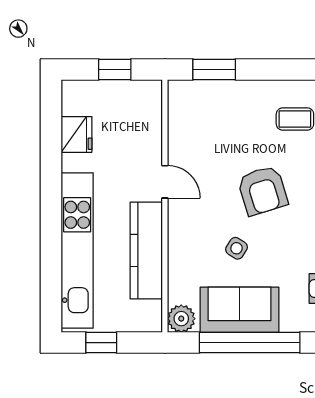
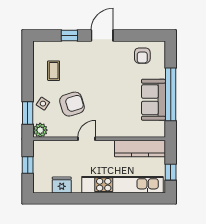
armchair: (263, 190) -> (72, 104), moved
side table: (236, 248) -> (43, 104), moved
kitchen counter: (146, 251) -> (140, 149), moved
plant: (181, 319) -> (40, 130), moved

